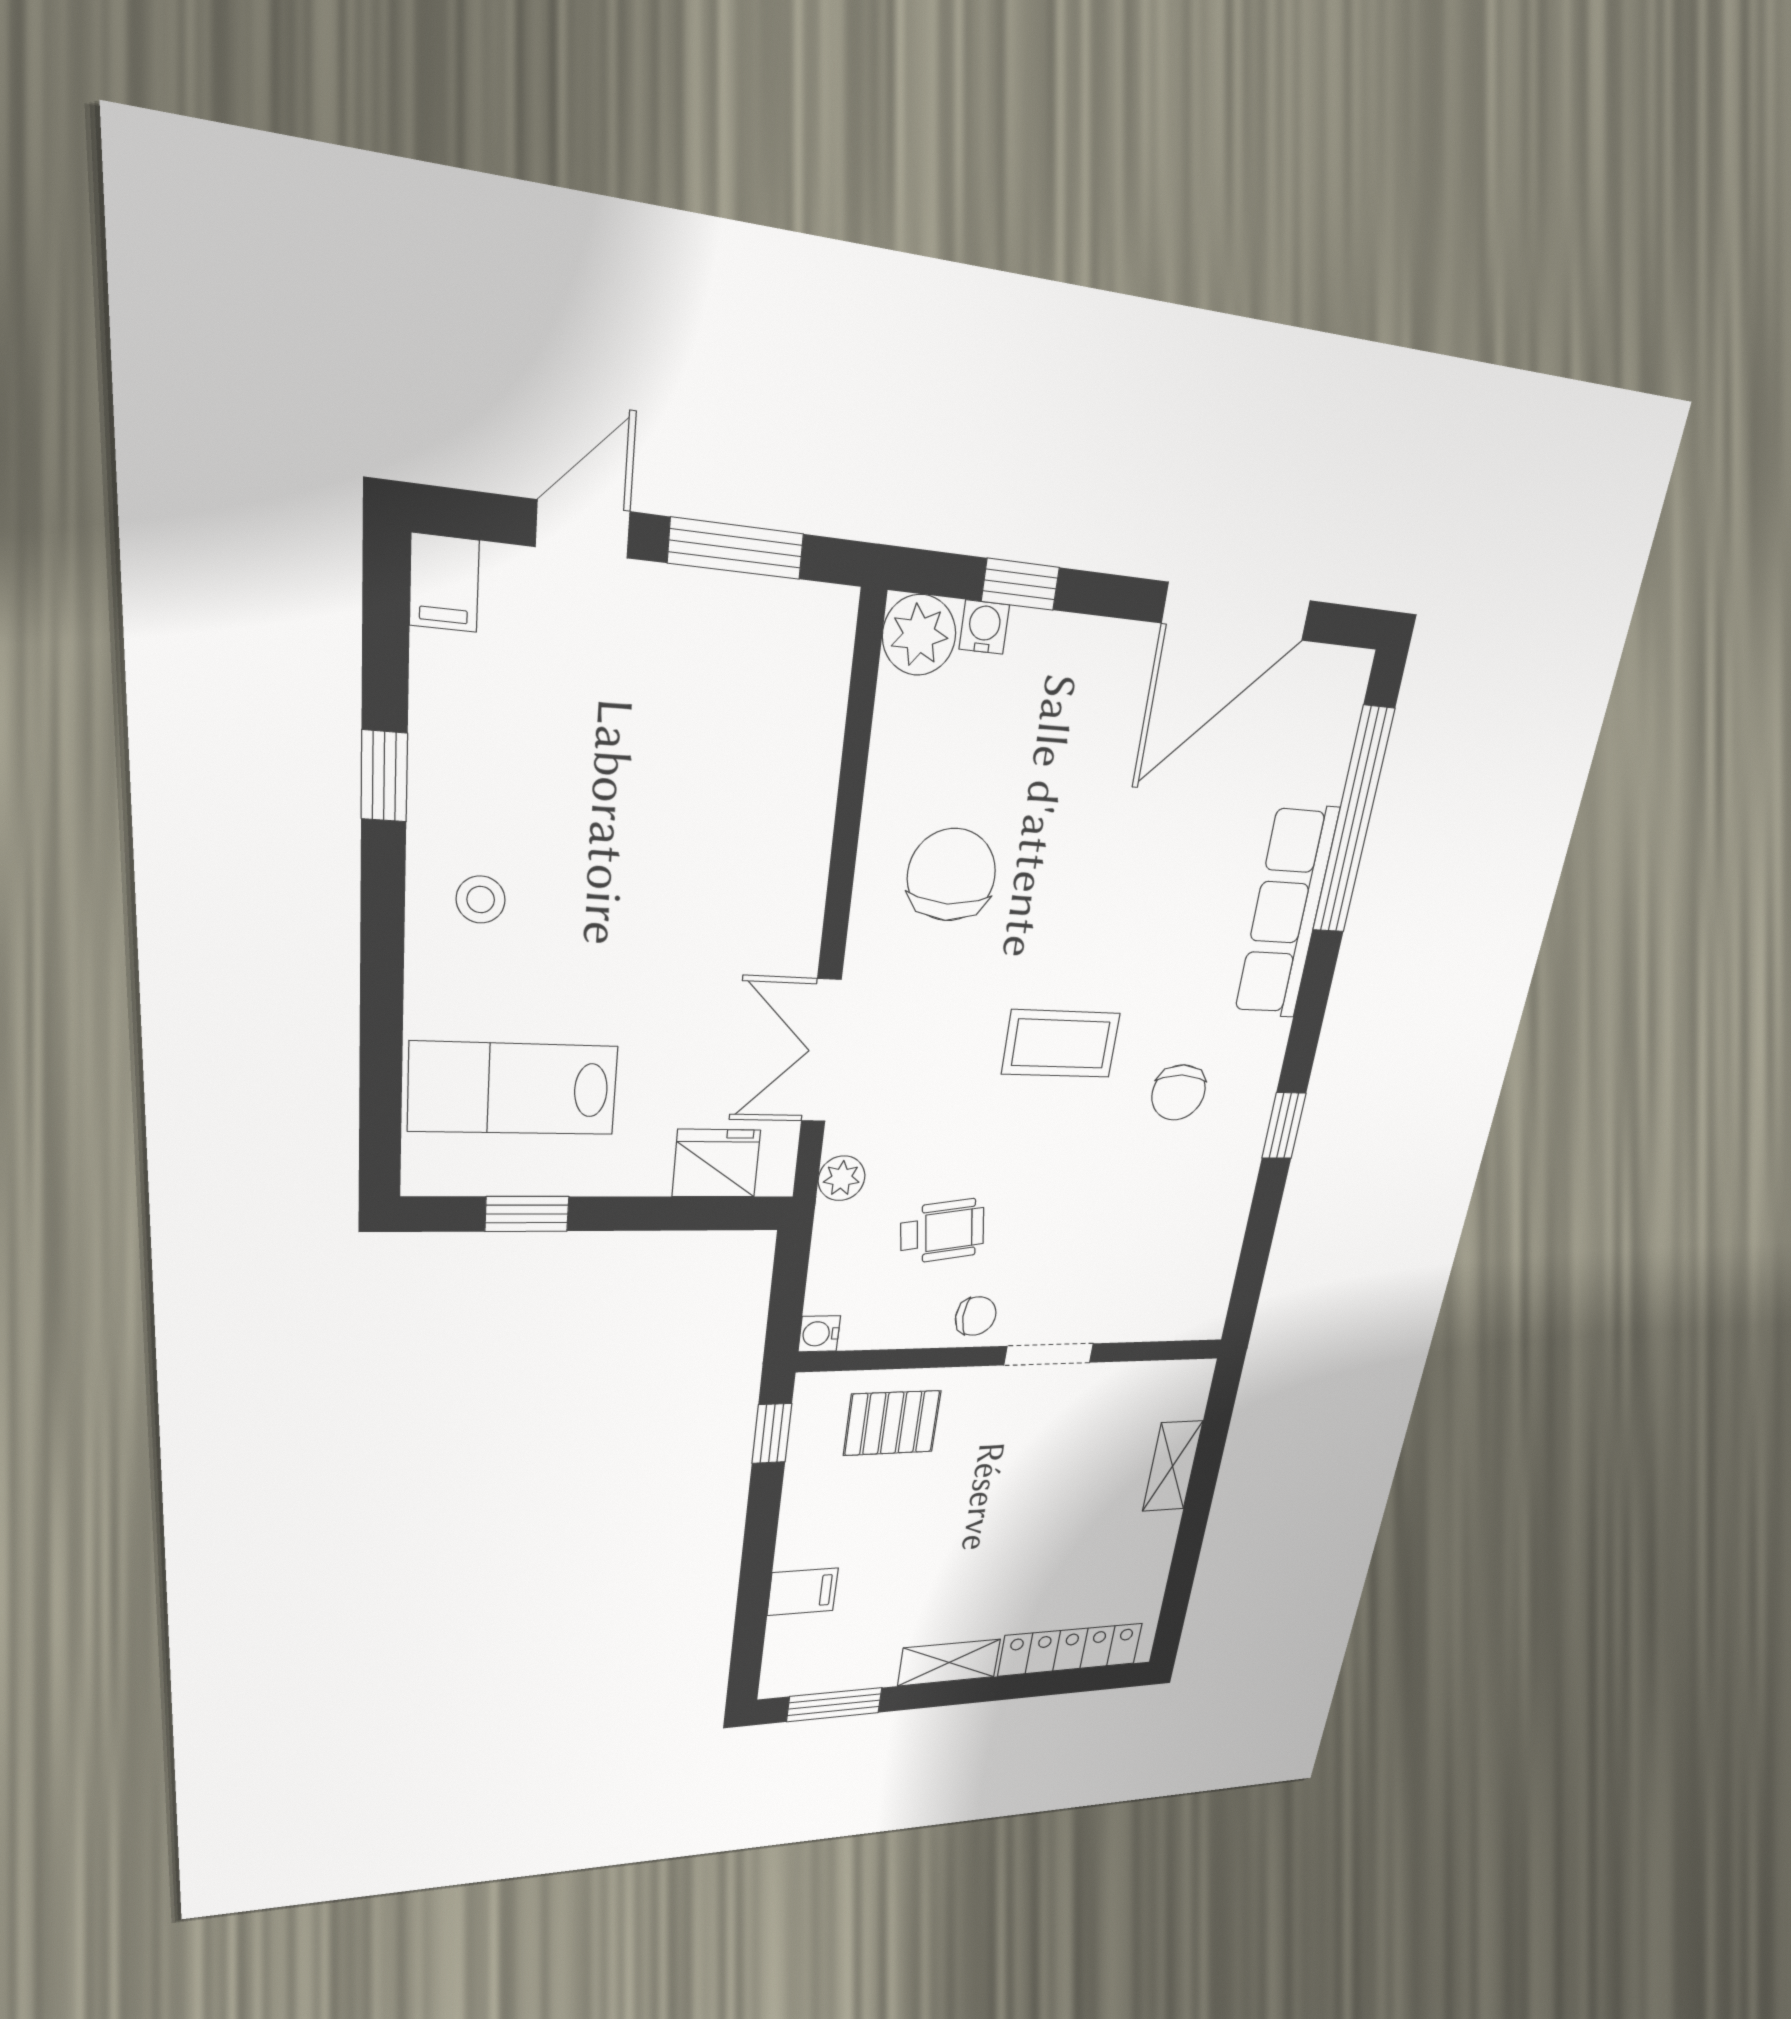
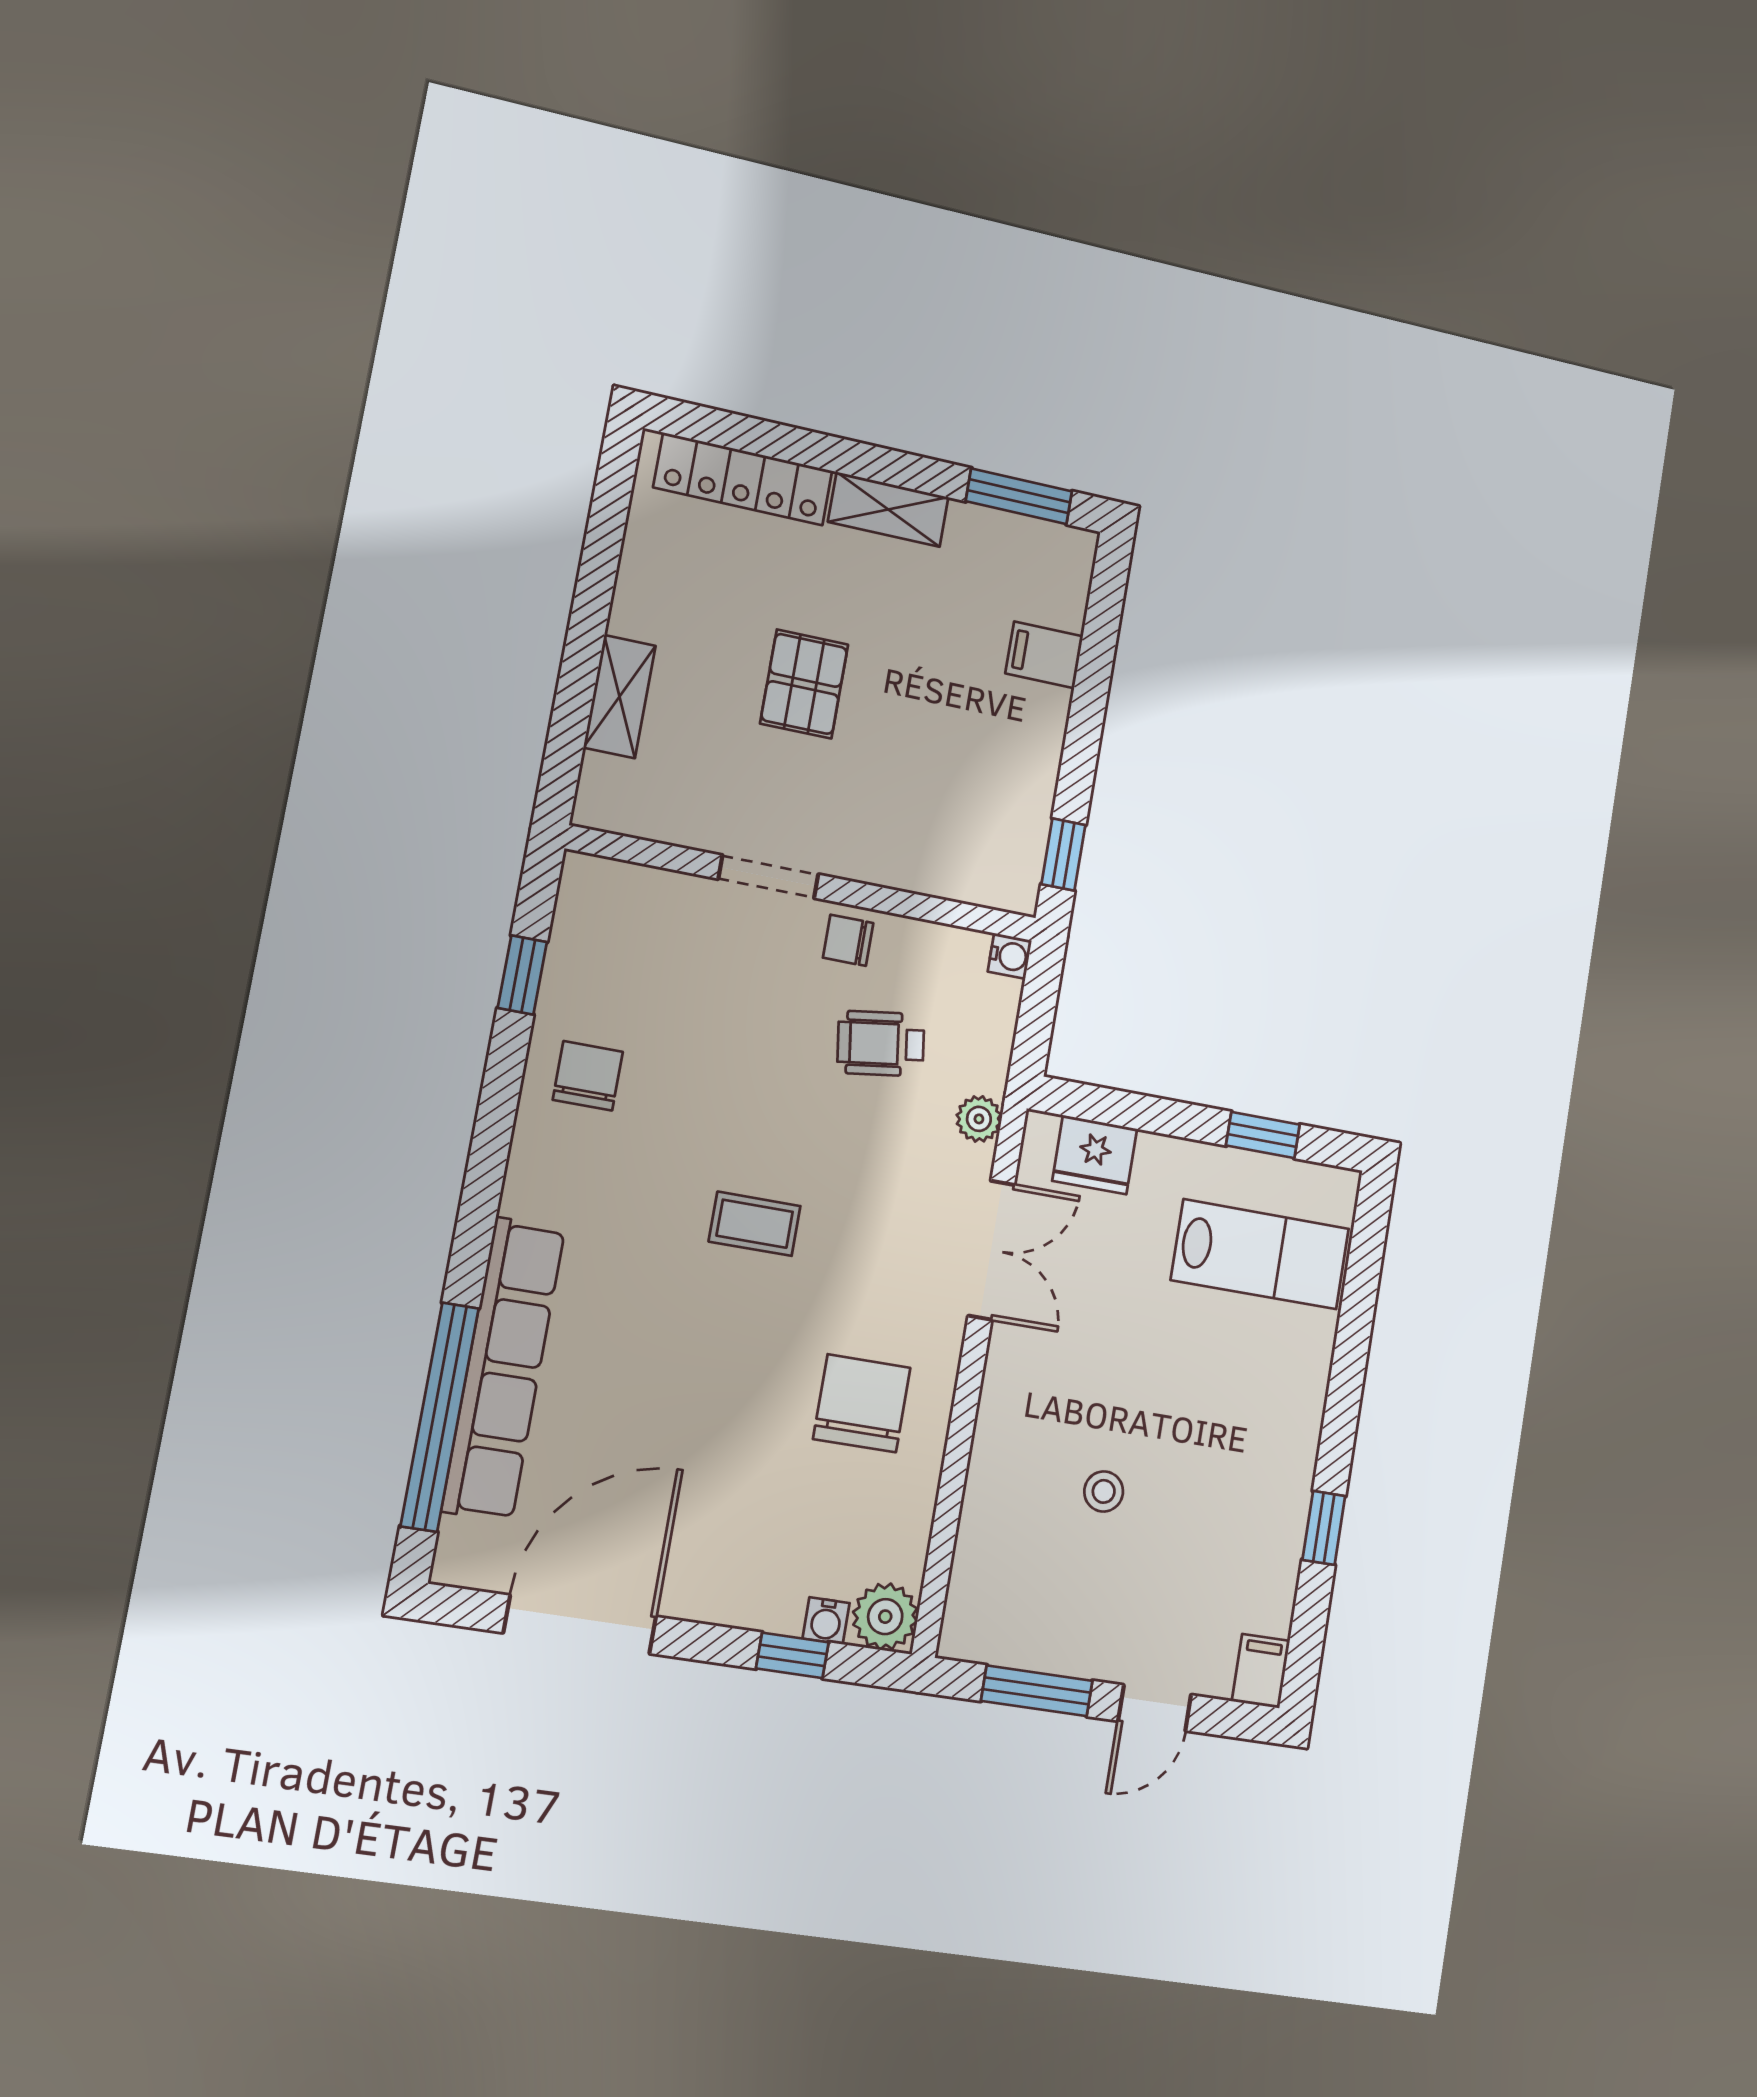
chair: (951, 875) -> (862, 1403), turned 180
stool: (481, 900) -> (1104, 1491), moved
row of seats: (1286, 913) -> (504, 1369), width x1.36
coffee table: (1061, 1044) -> (755, 1224), width x0.73, depth x0.77
chair: (1179, 1092) -> (588, 1076), moved
window: (1284, 1126) -> (522, 975), moved
pallet: (892, 1423) -> (804, 684), moved, turned 90

